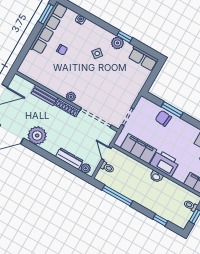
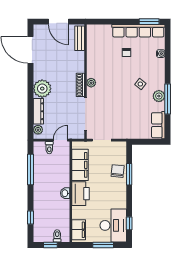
window: (125, 37) -> (168, 99), width x2.17
bench: (44, 95) -> (80, 38), moved
plant: (37, 136) -> (42, 89), moved

